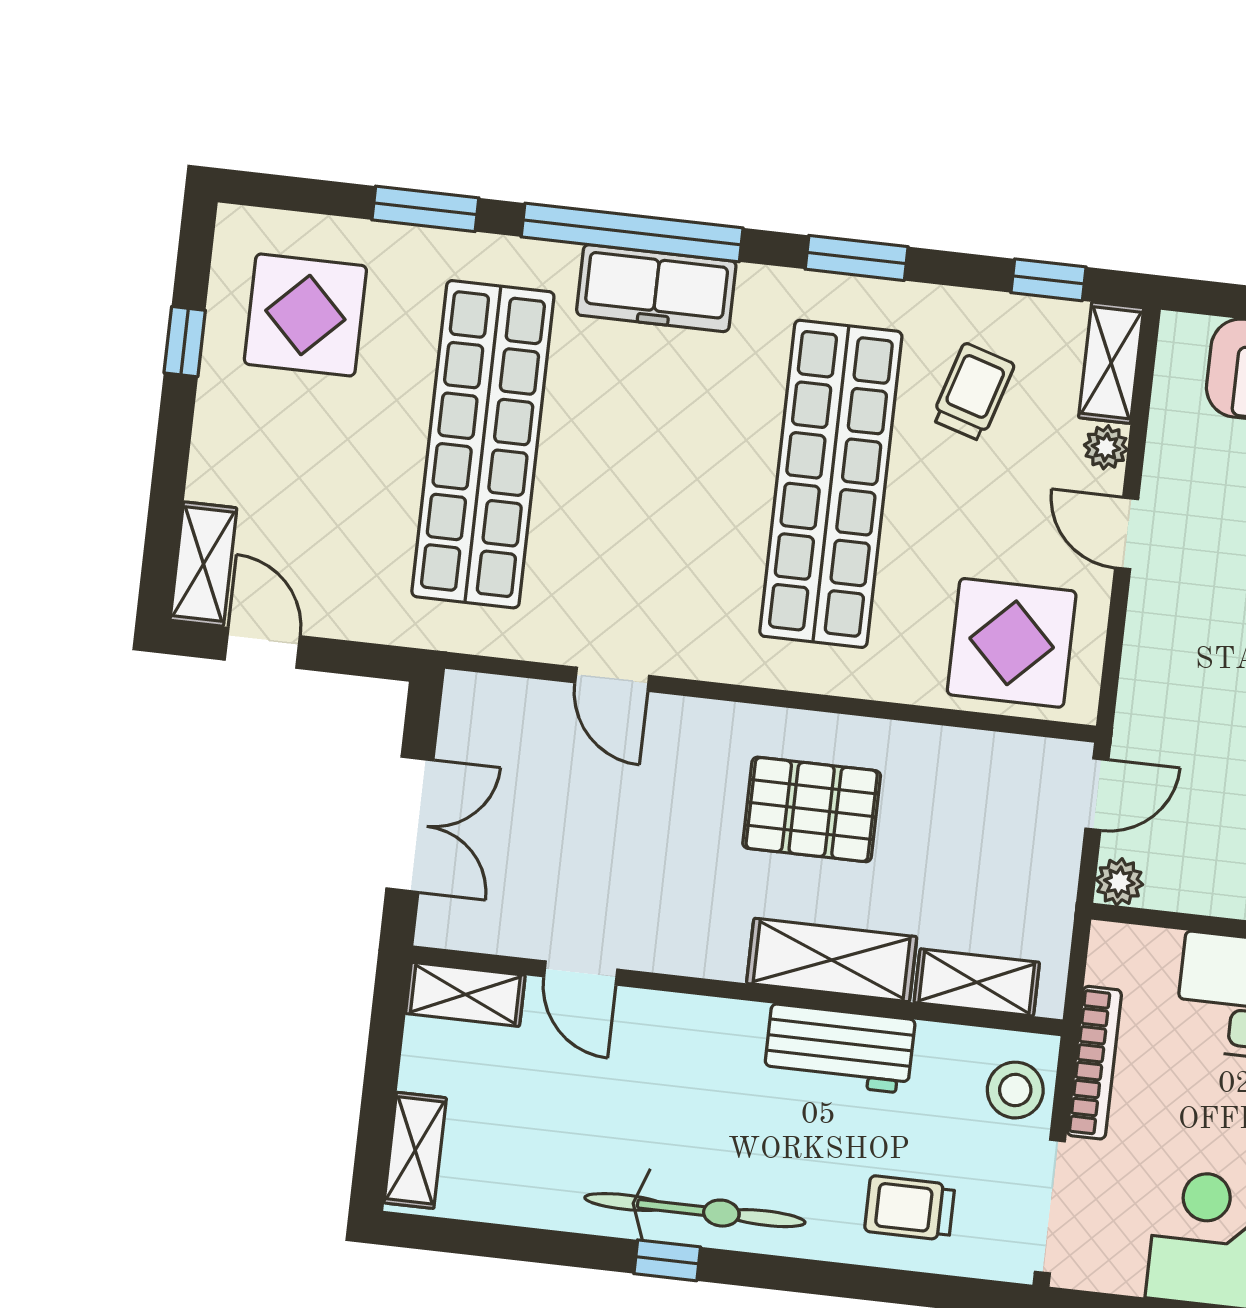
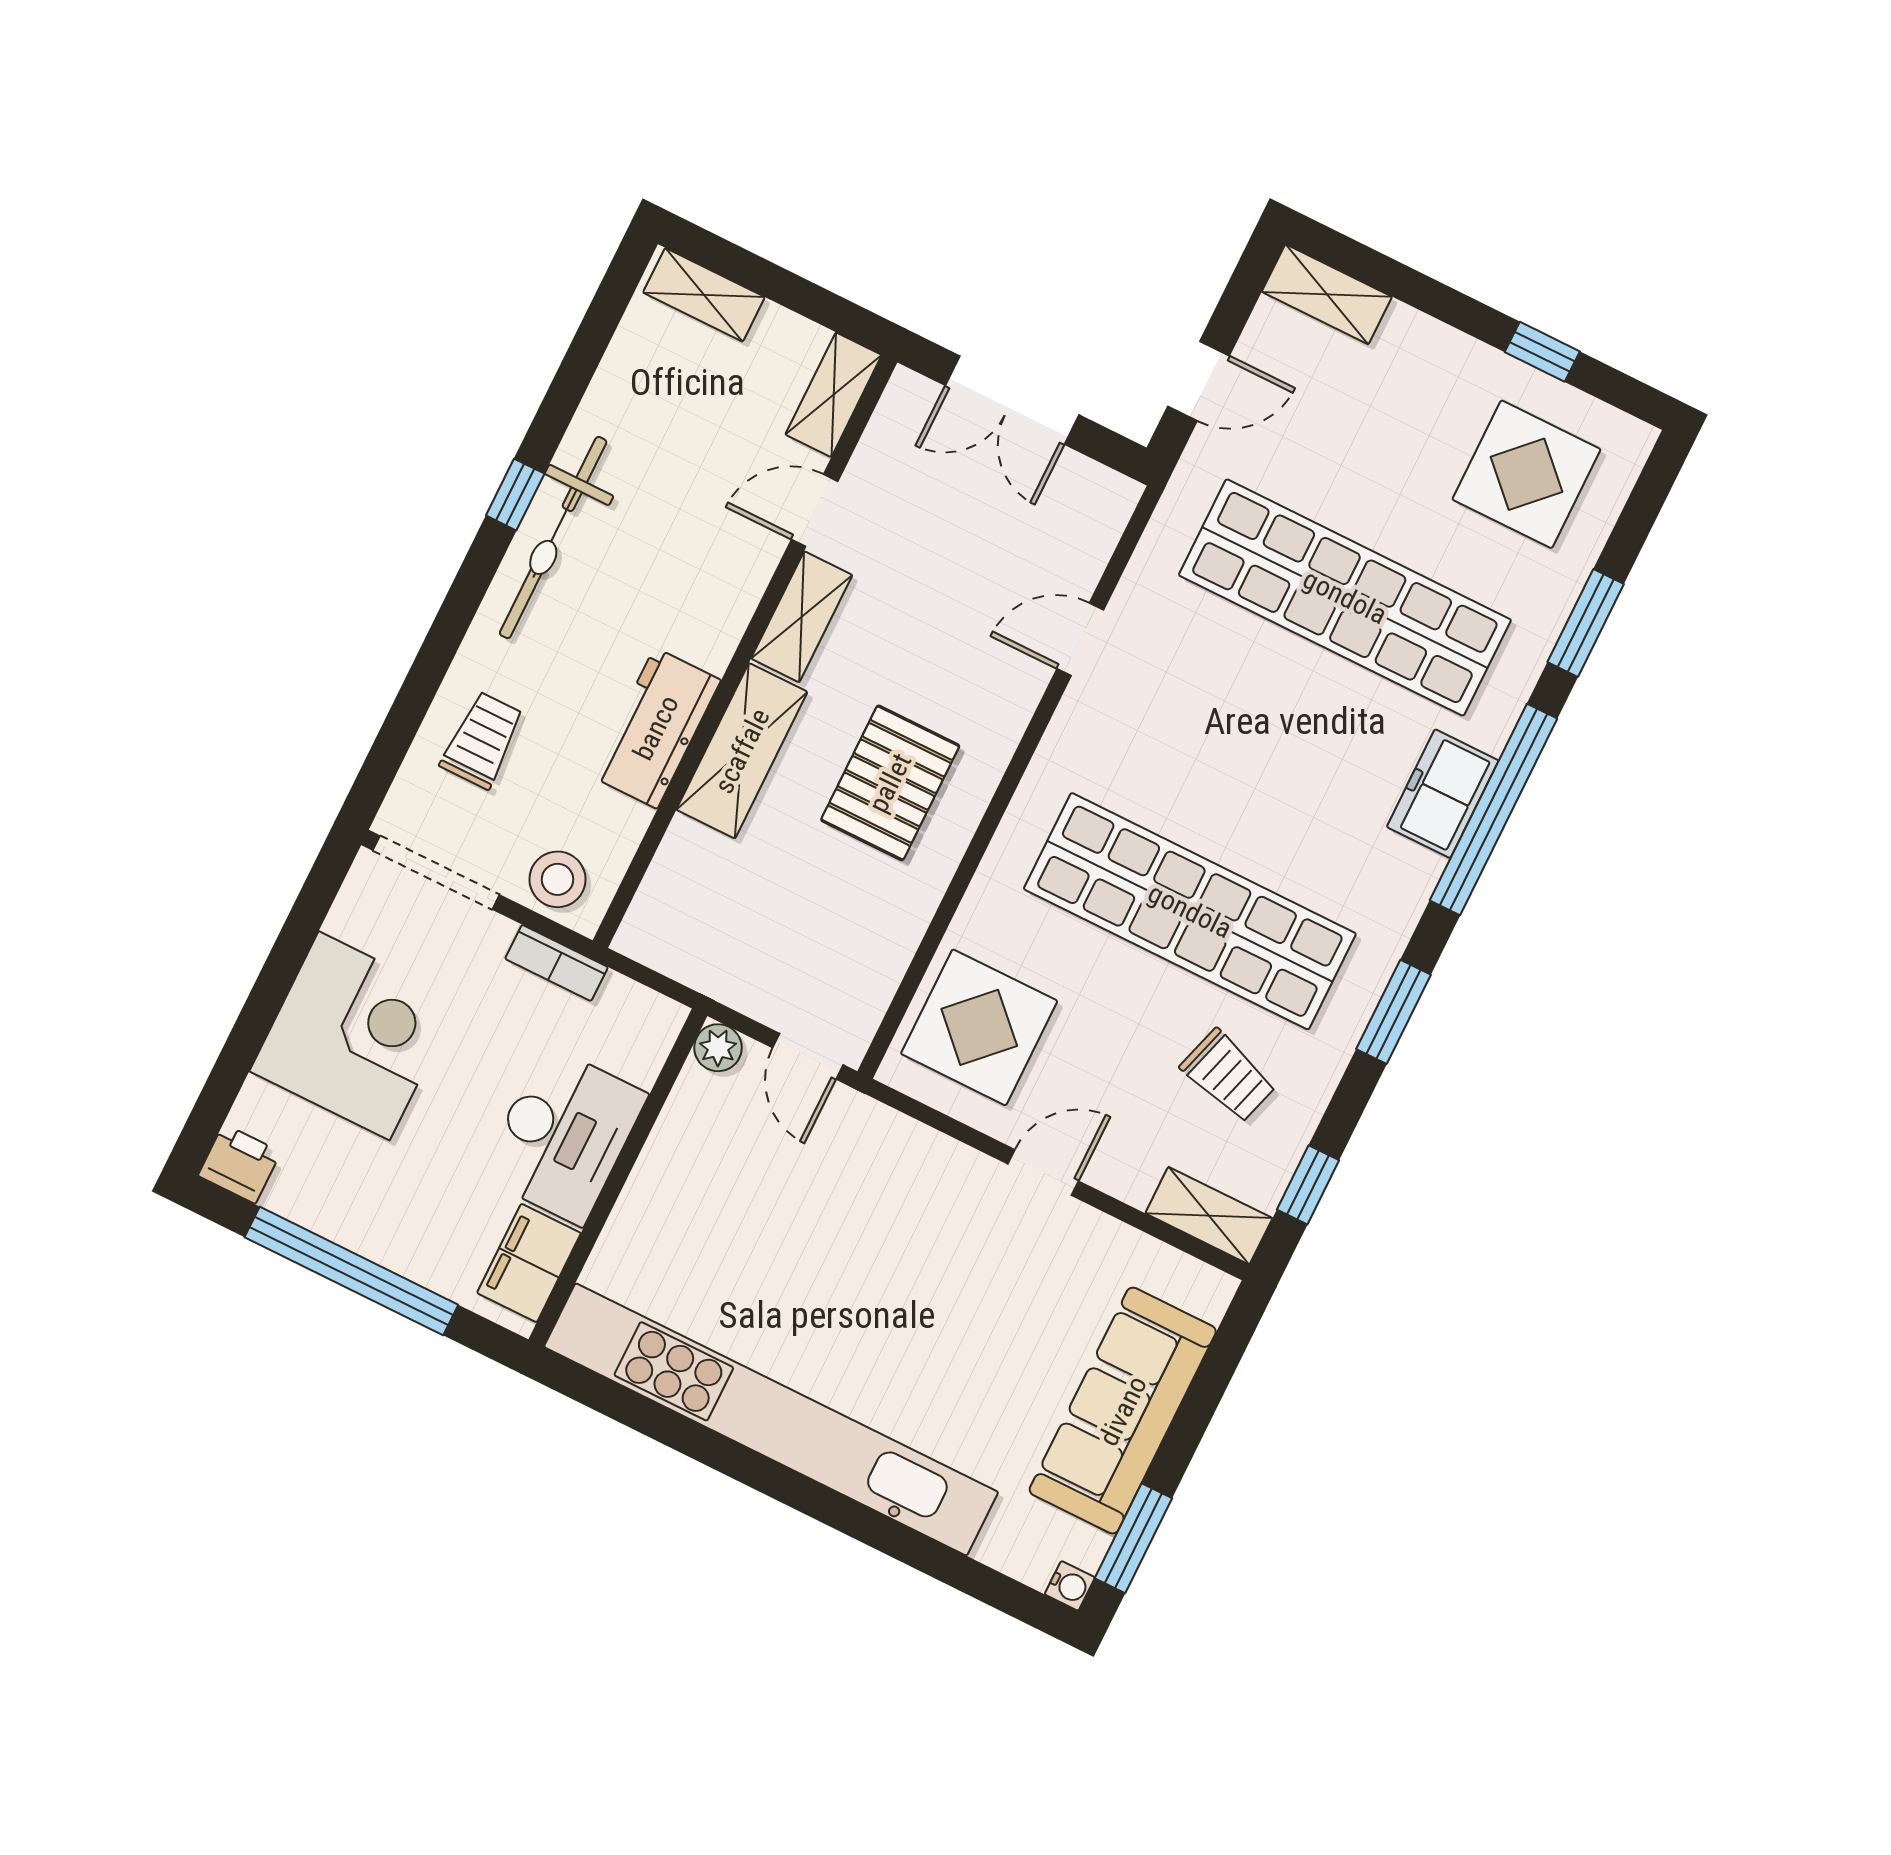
freezer: (656, 288) -> (1443, 794), width x0.71
plant: (1106, 447) -> (1131, 1182), removed
door: (262, 648) -> (1198, 381), moved
shelving: (977, 982) -> (802, 617), moved
bookcase: (1094, 1063) -> (556, 963), width x0.64

